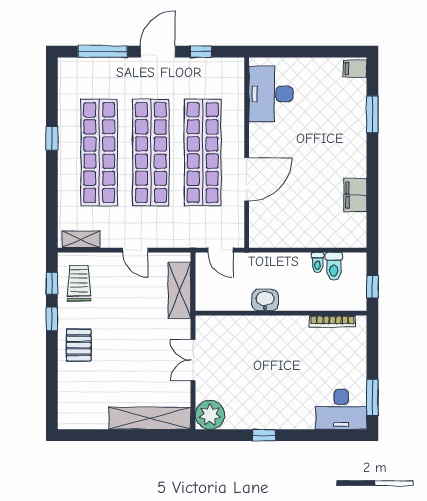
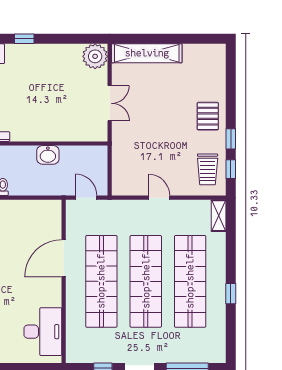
shelving: (81, 239) -> (219, 216), moved, turned 90
shelving: (179, 290) -> (121, 163), removed
window: (264, 435) -> (24, 39), moved

